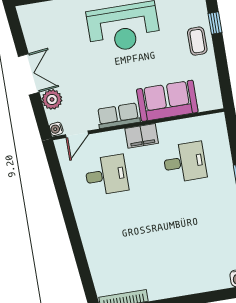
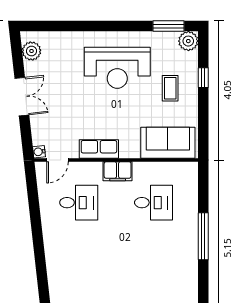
coffee table: (197, 41) -> (170, 88), moved
plant: (52, 99) -> (32, 51), moved
sofa: (167, 101) -> (168, 143), moved

